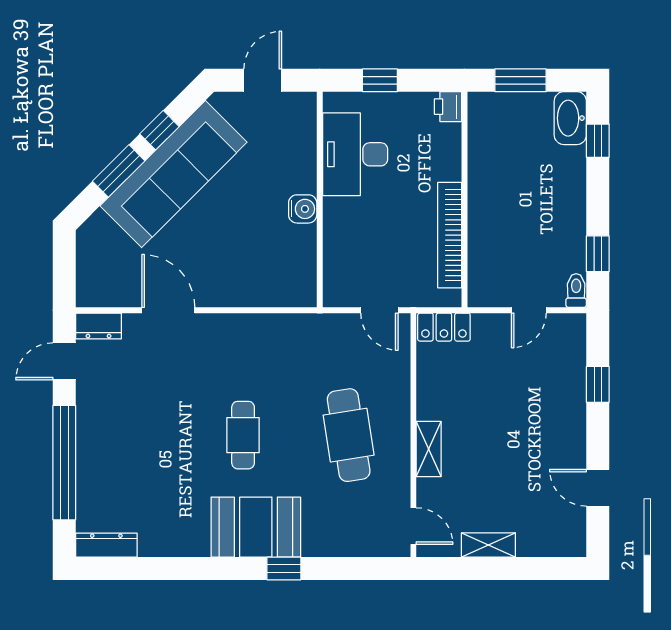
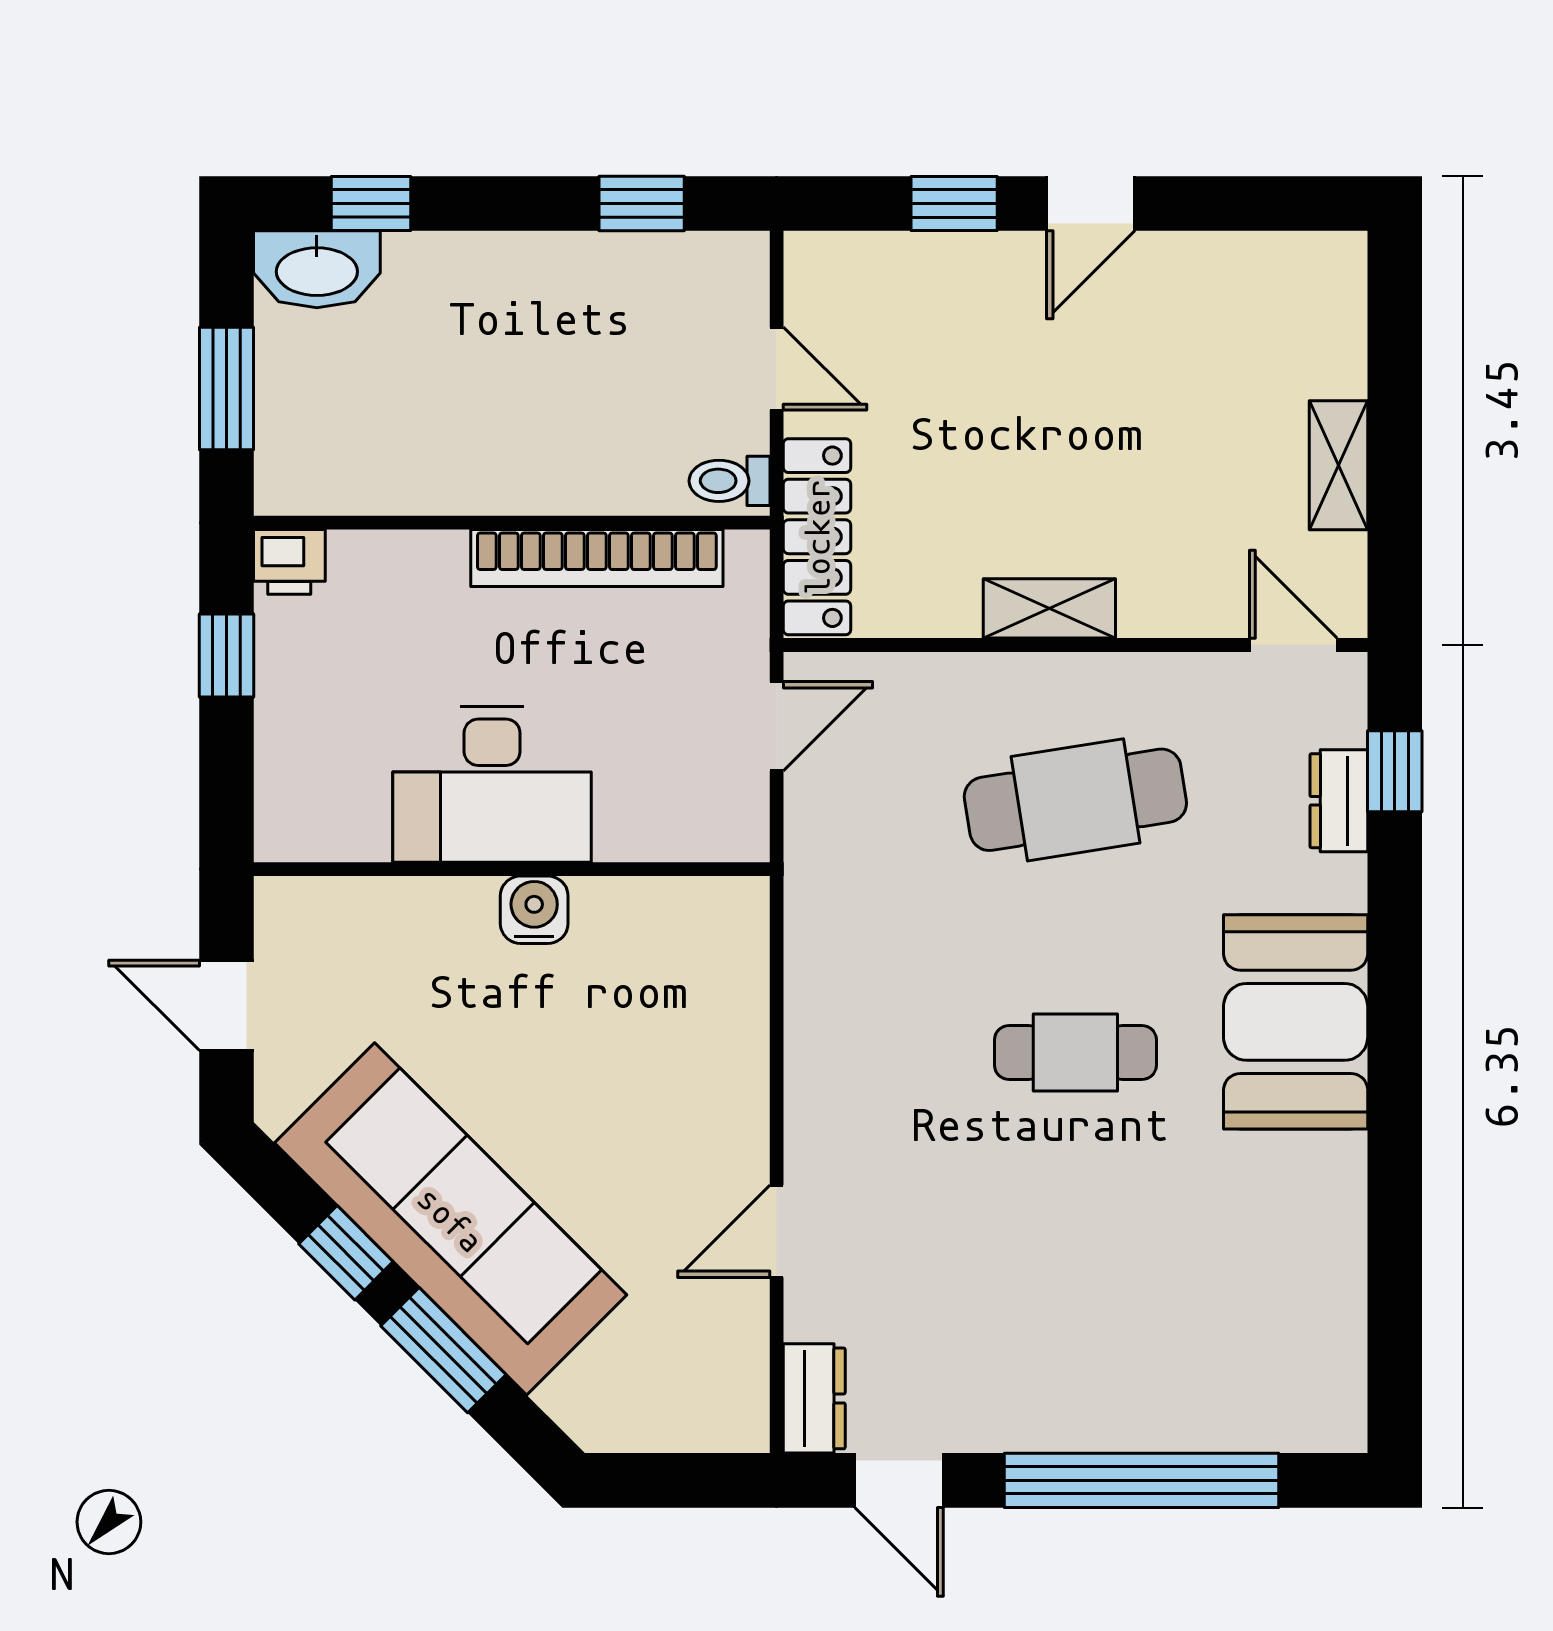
window: (380, 80) -> (226, 656), moved
desk: (355, 154) -> (492, 784), moved
toilet: (576, 291) -> (730, 481), moved
door: (168, 310) -> (777, 1231), width x0.73
locker: (444, 327) -> (817, 537), width x1.53
shelving: (429, 449) -> (1049, 608), moved
door: (598, 488) -> (1091, 203), moved
door: (413, 526) -> (1293, 645), hinge flipped
dresser: (106, 545) -> (1339, 801), moved, width x0.70
window: (284, 568) -> (1395, 771), moved

